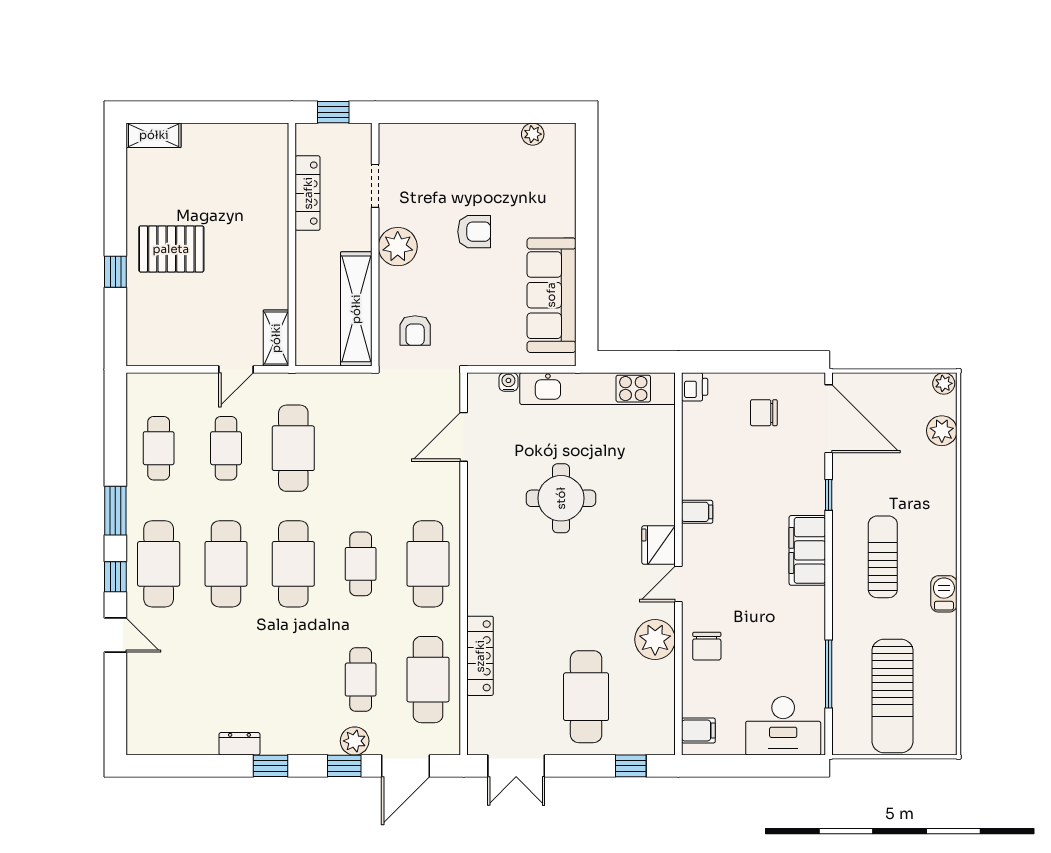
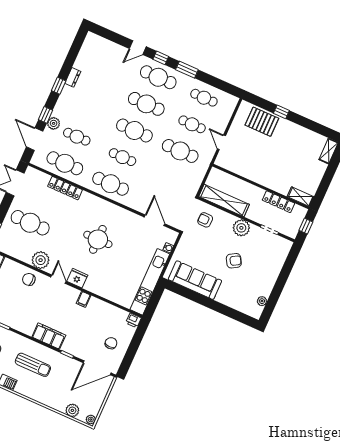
armchair: (474, 232) -> (234, 261), turned -120
pallet: (171, 249) -> (262, 122), moved, turned 90
shelving: (276, 338) -> (301, 197), moved
round table: (561, 498) -> (98, 239), moved

